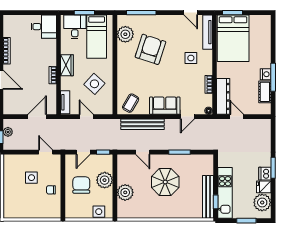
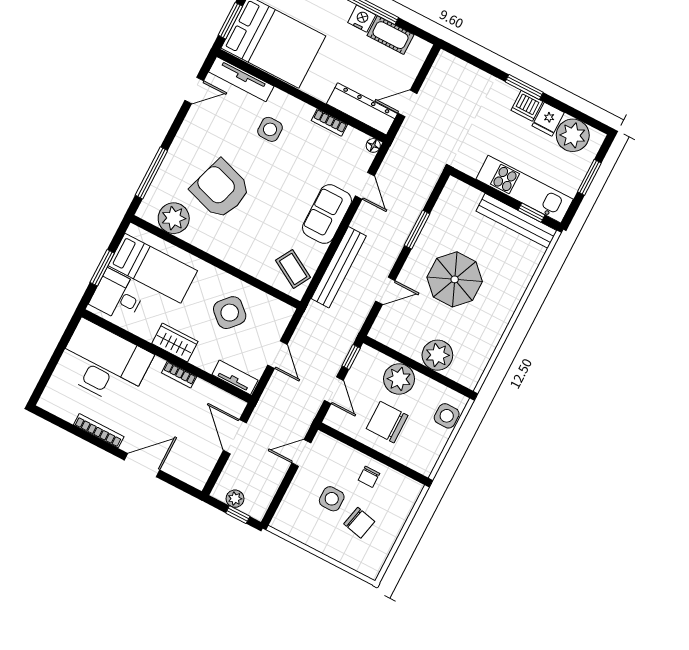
desk: (44, 27) -> (104, 363), width x1.87, depth x1.30
door: (86, 117) -> (277, 355), swing flipped
chair: (27, 197) -> (359, 523), added

